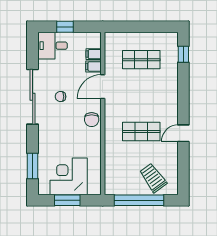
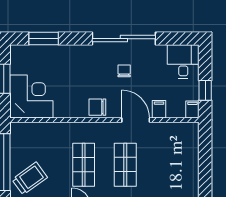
window: (65, 27) -> (205, 90), moved
filing cabinet: (94, 54) -> (192, 109), moved
shop shelf: (141, 60) -> (125, 165), moved
corner desk: (69, 176) -> (31, 96), moved

